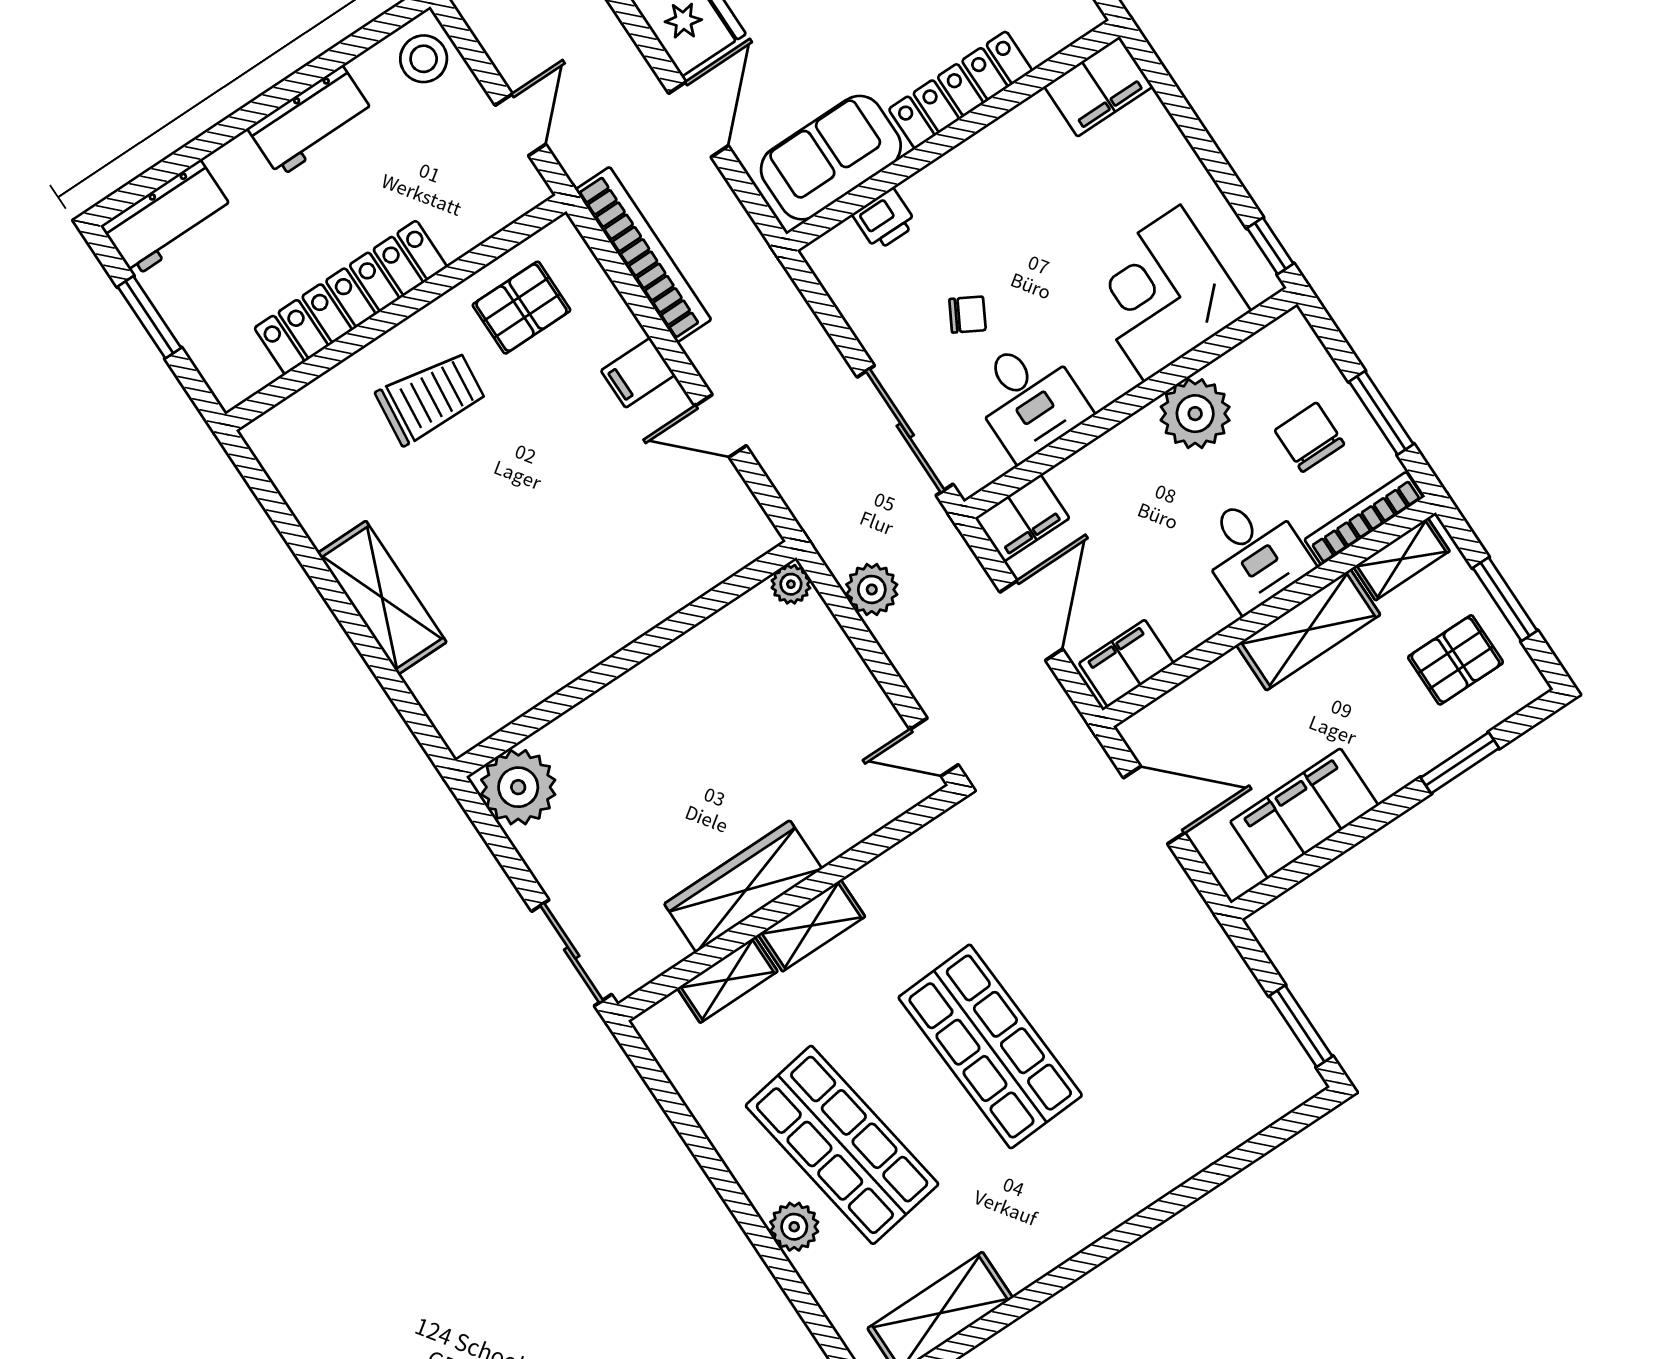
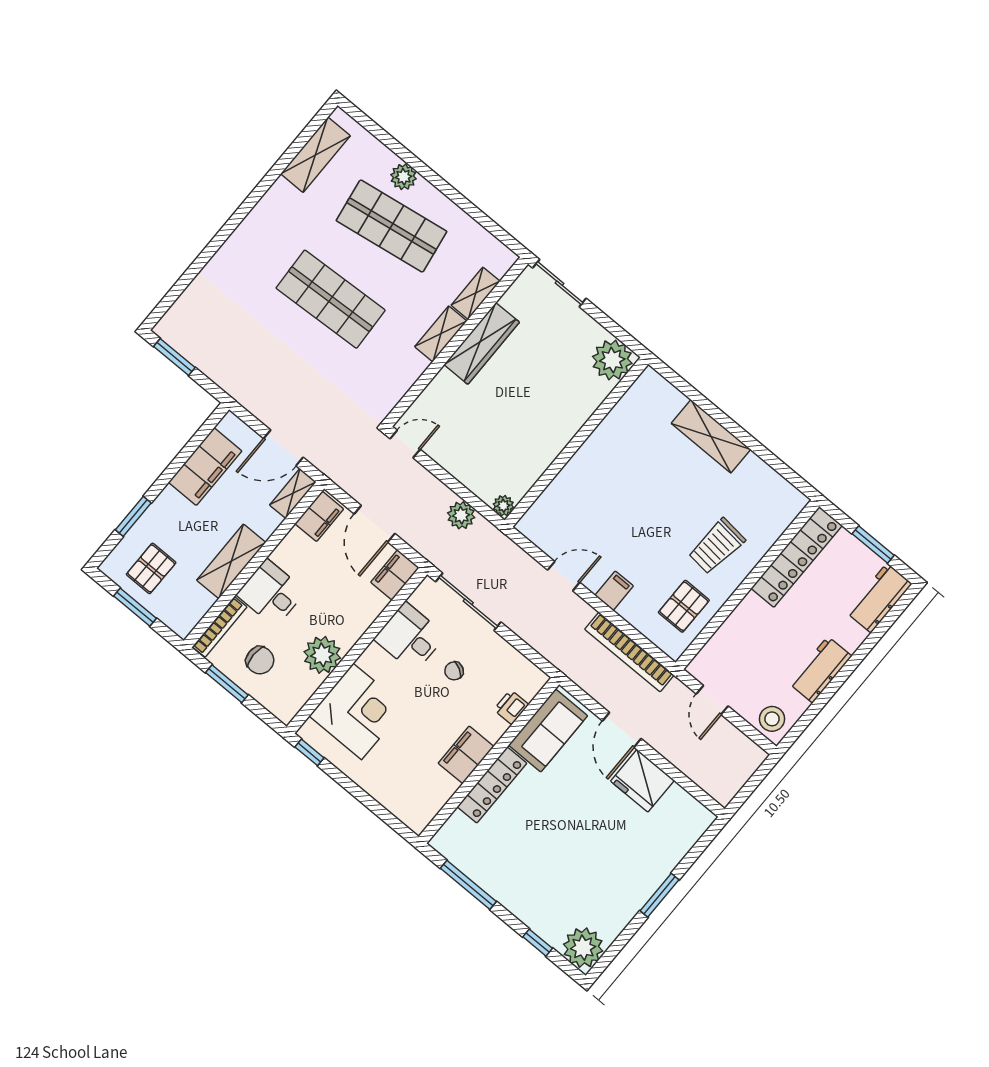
filing cabinet: (1098, 86) -> (466, 755), moved
locker: (351, 297) -> (797, 557), moved
shelving: (1402, 559) -> (293, 493), moved

